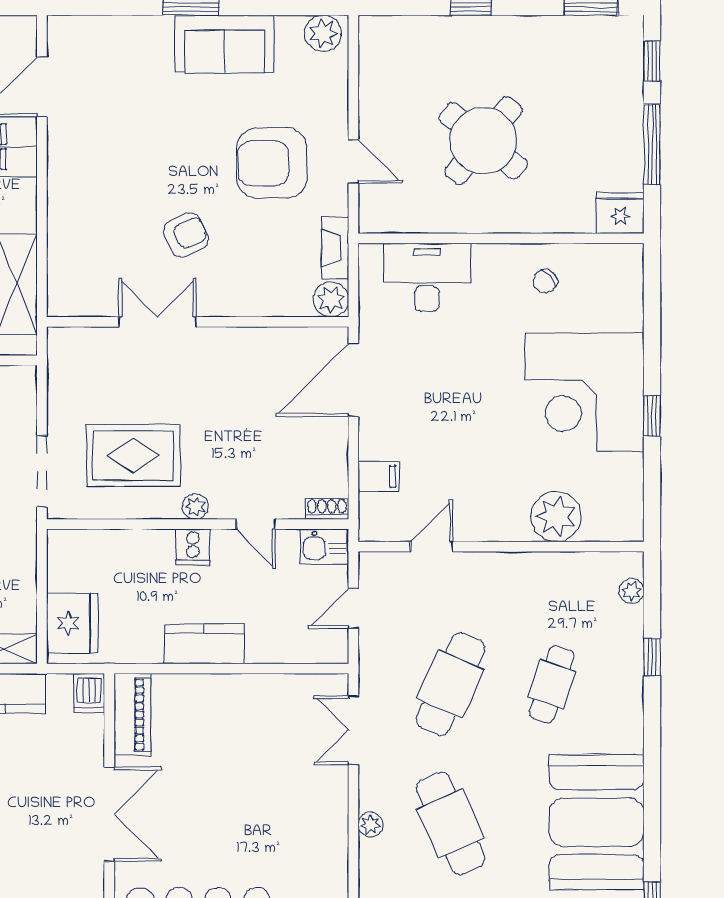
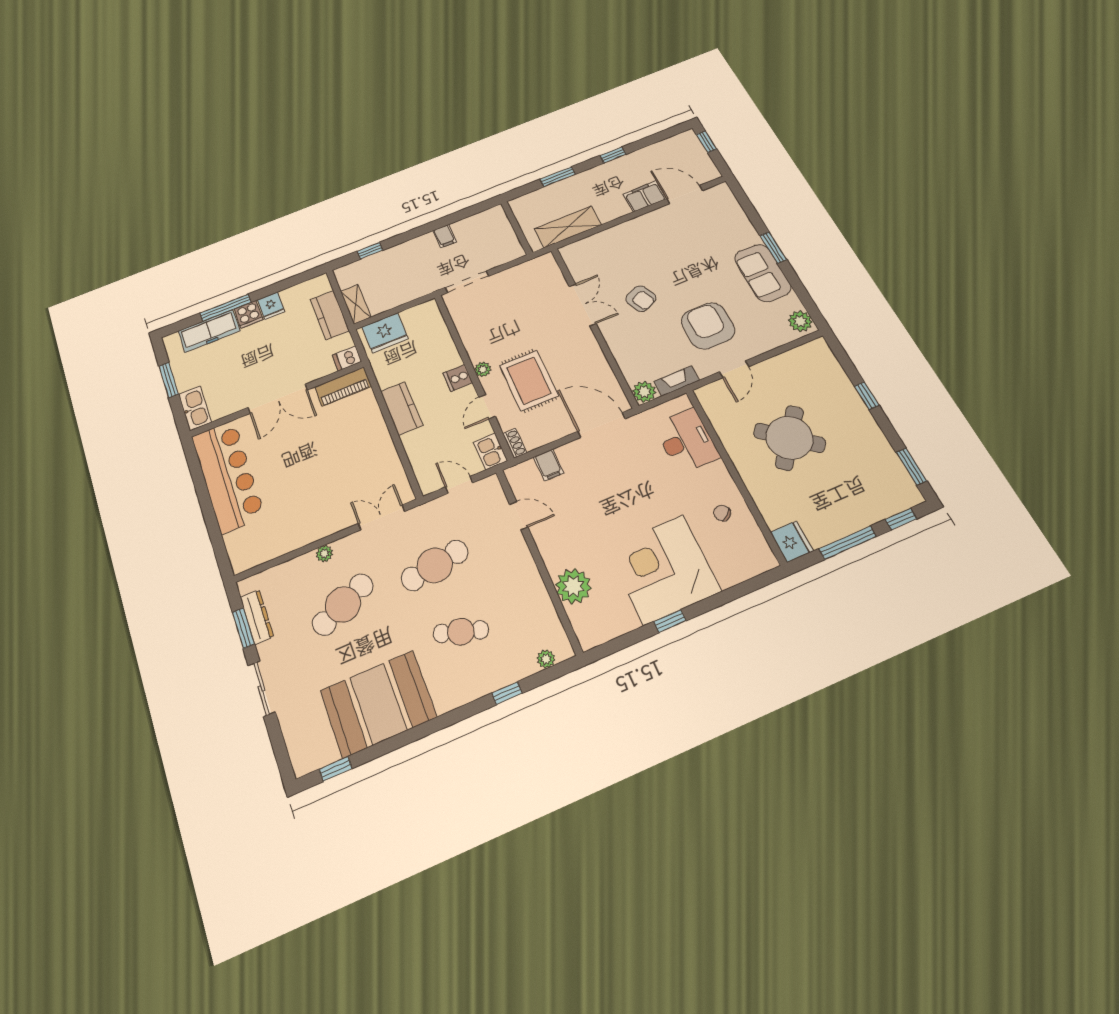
rug: (133, 455) -> (529, 381), moved
cafe table: (450, 684) -> (435, 565), turned -33

